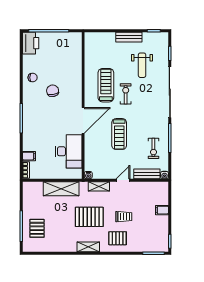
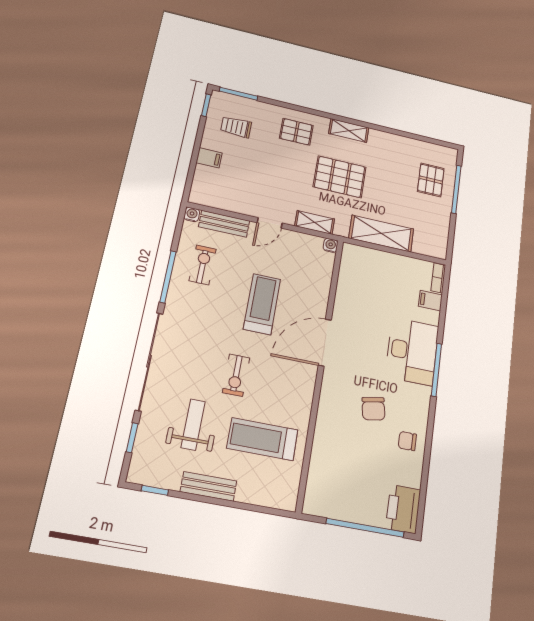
treadmill: (106, 85) -> (262, 439), moved, turned 90
desk: (69, 151) -> (412, 351), moved, turned 180
trolley: (124, 217) -> (236, 127), moved

